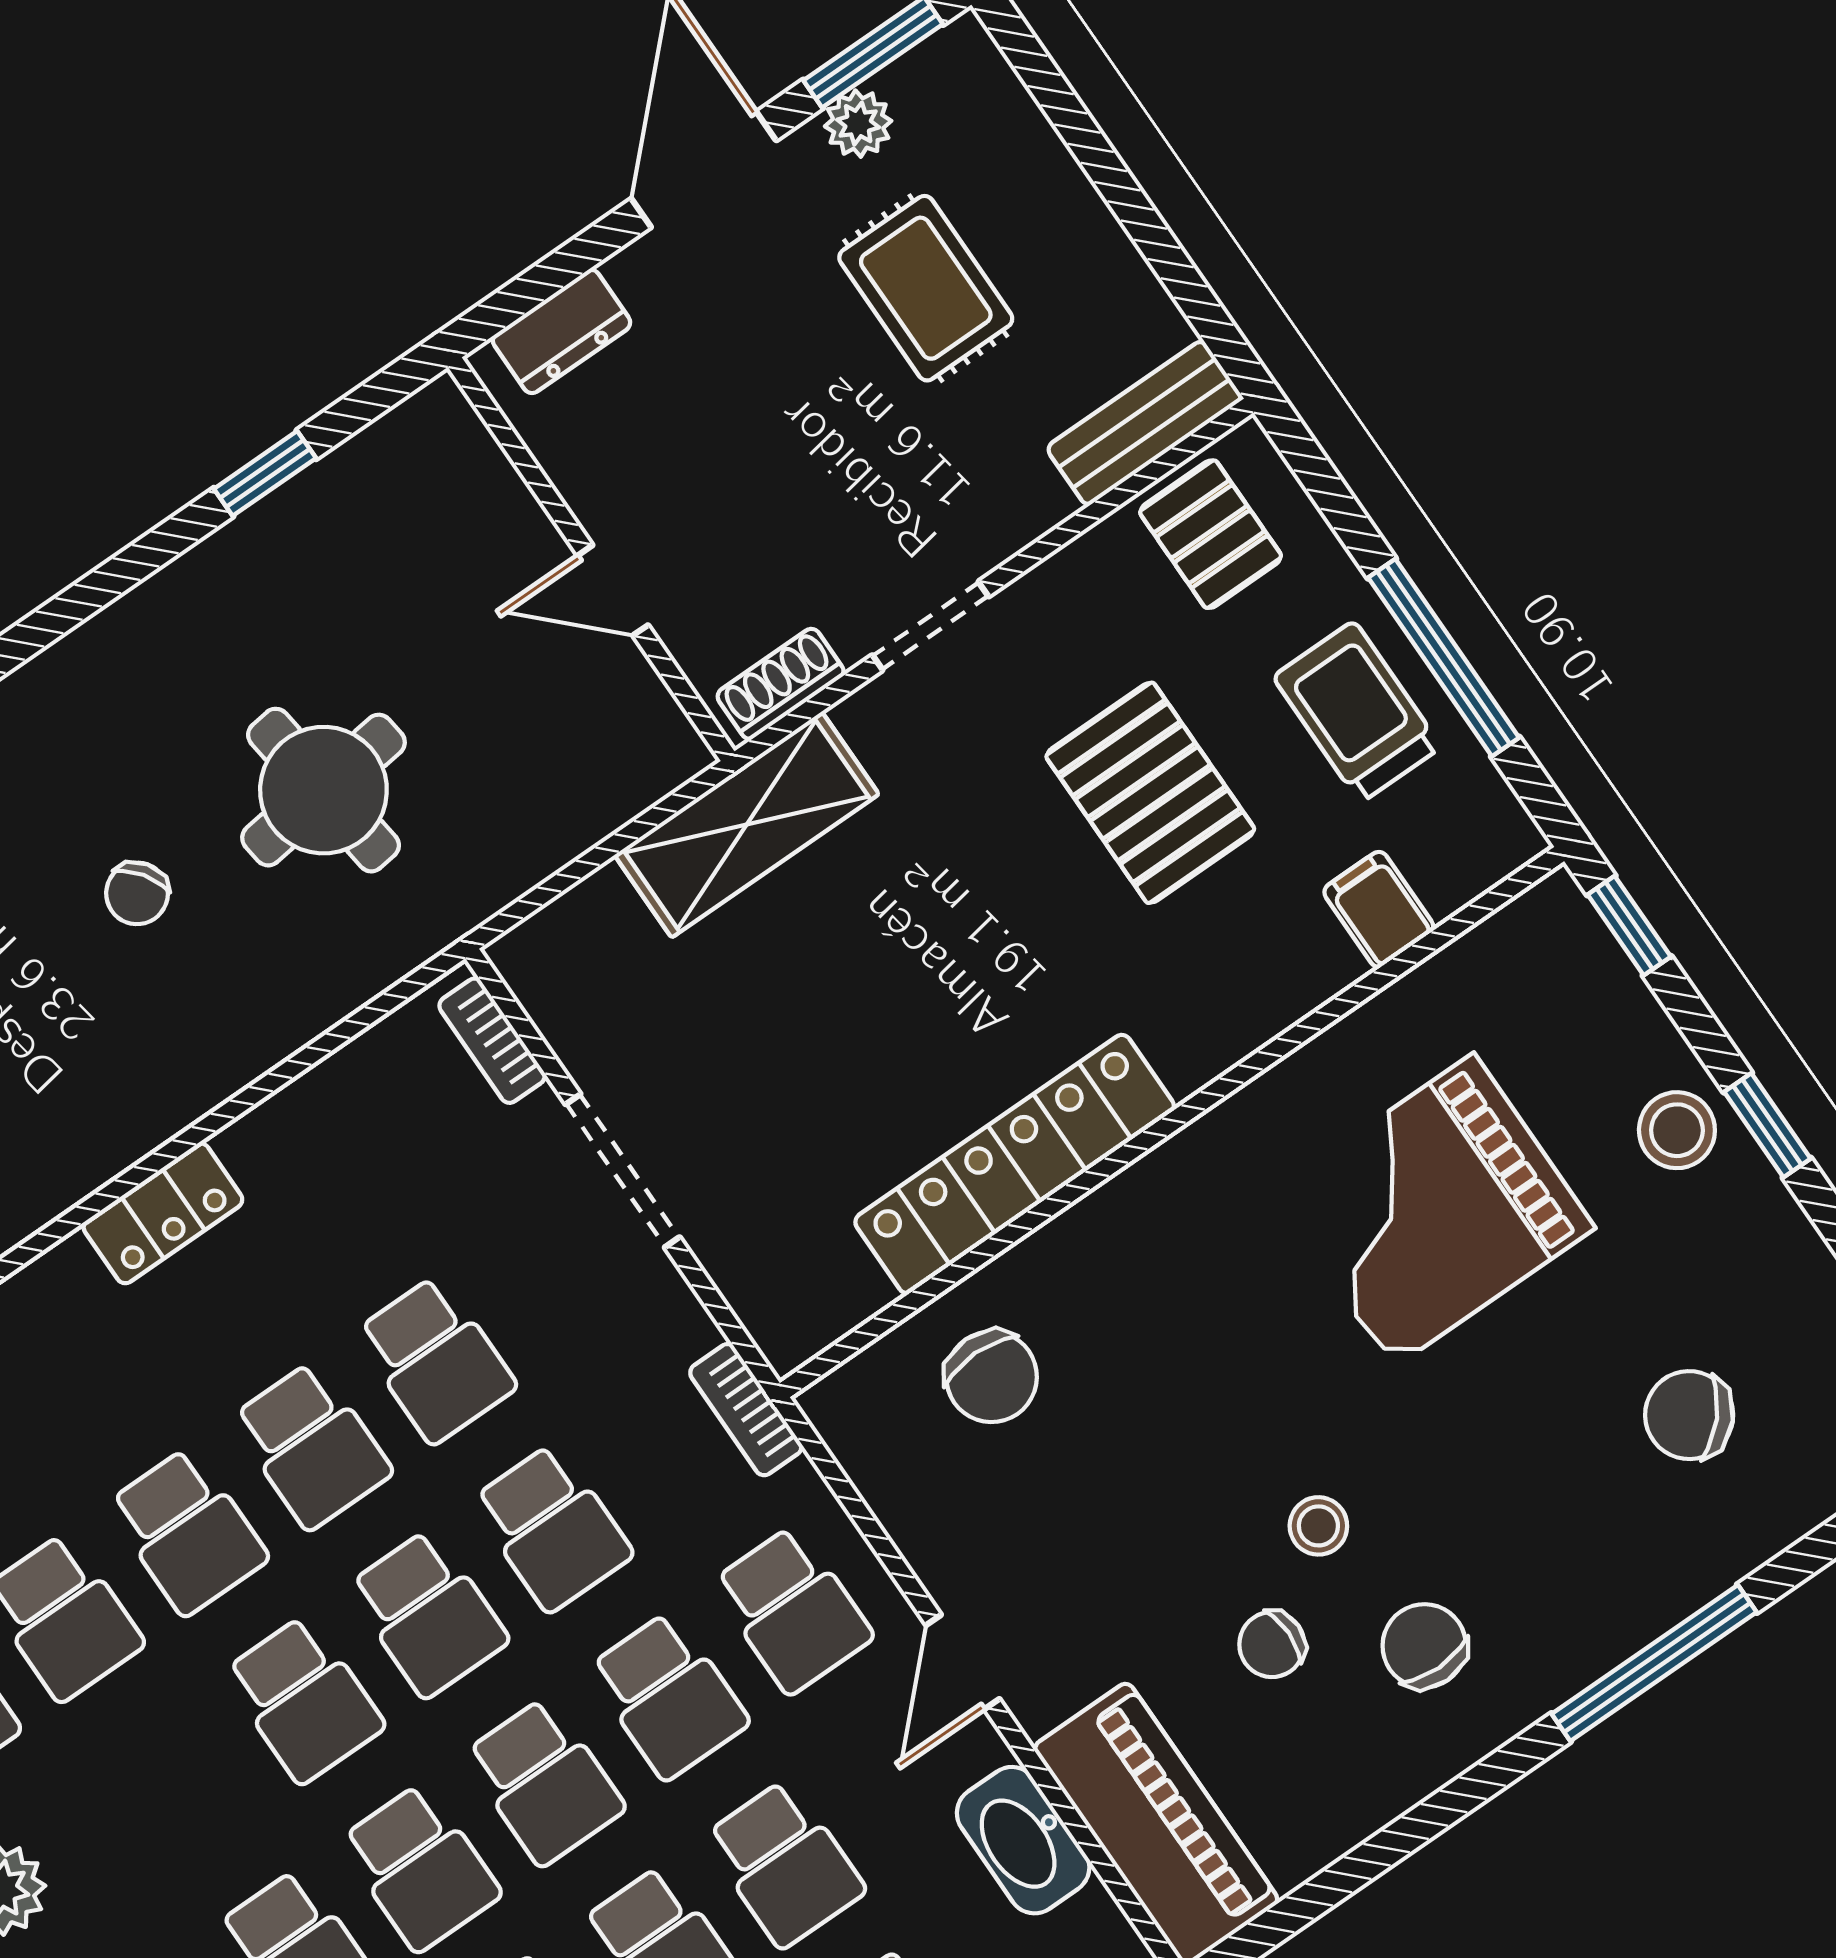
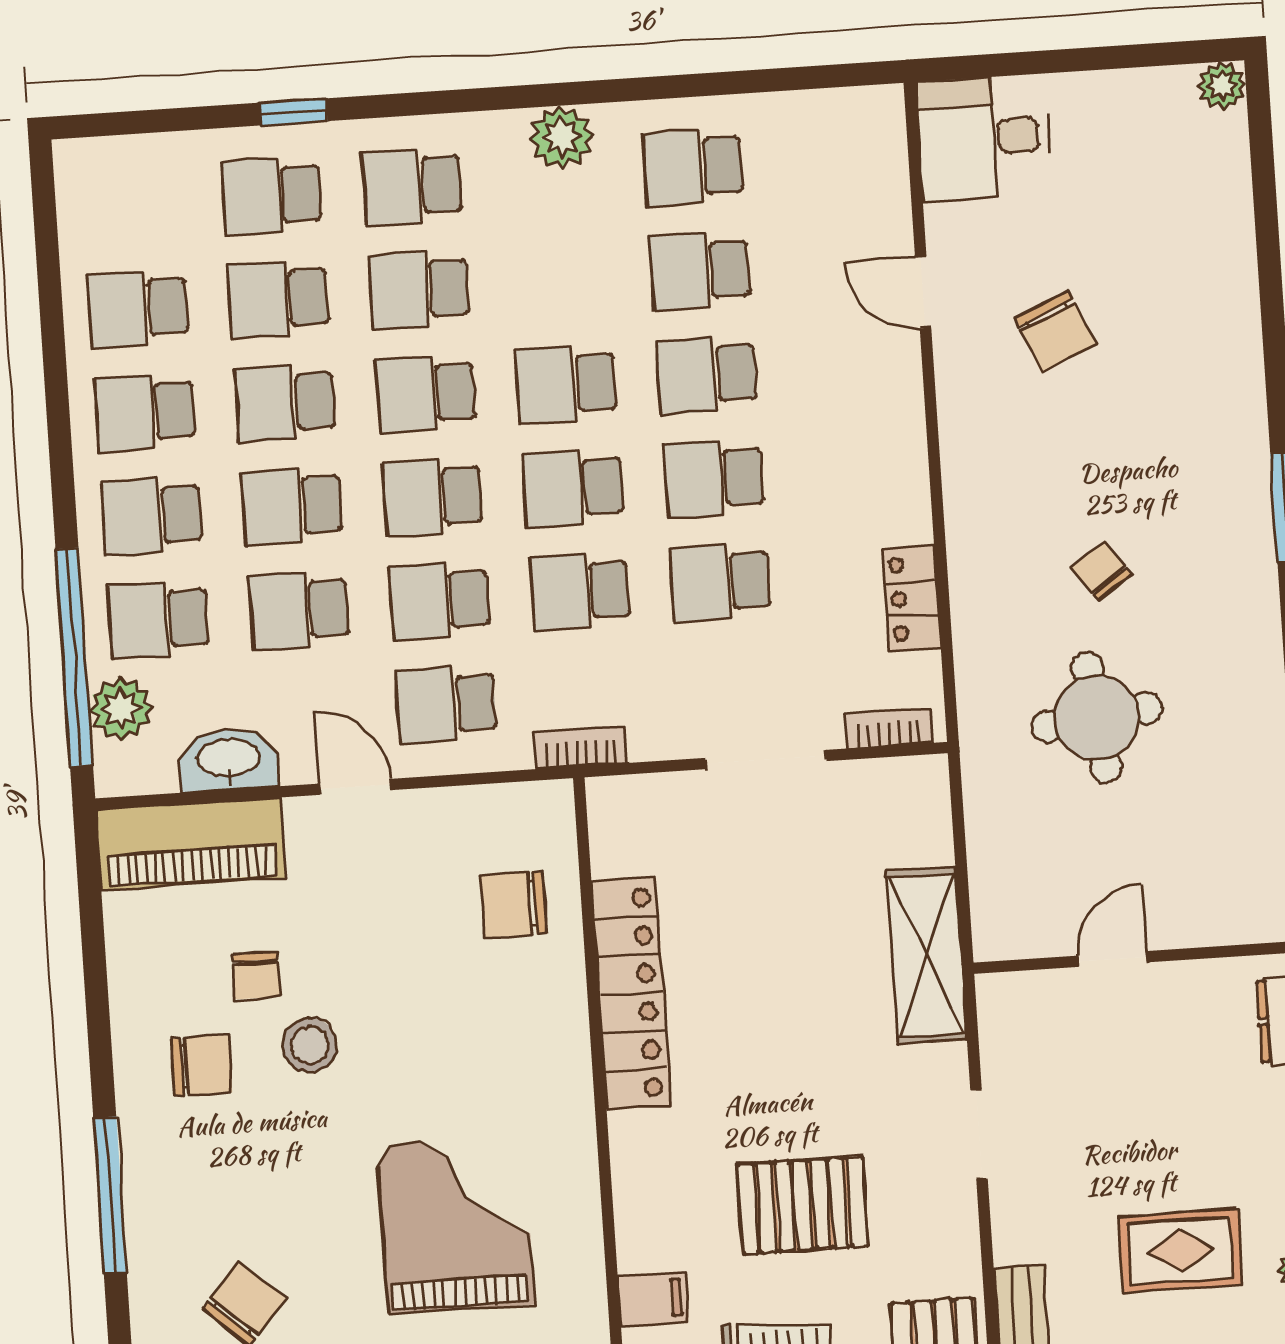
shoe rack: (781, 684) -> (998, 1025), removed
locker: (163, 1213) -> (912, 599), moved
stool: (1318, 1526) -> (310, 1045), width x1.37, depth x1.37
chair: (1272, 1645) -> (256, 976), turned 180

